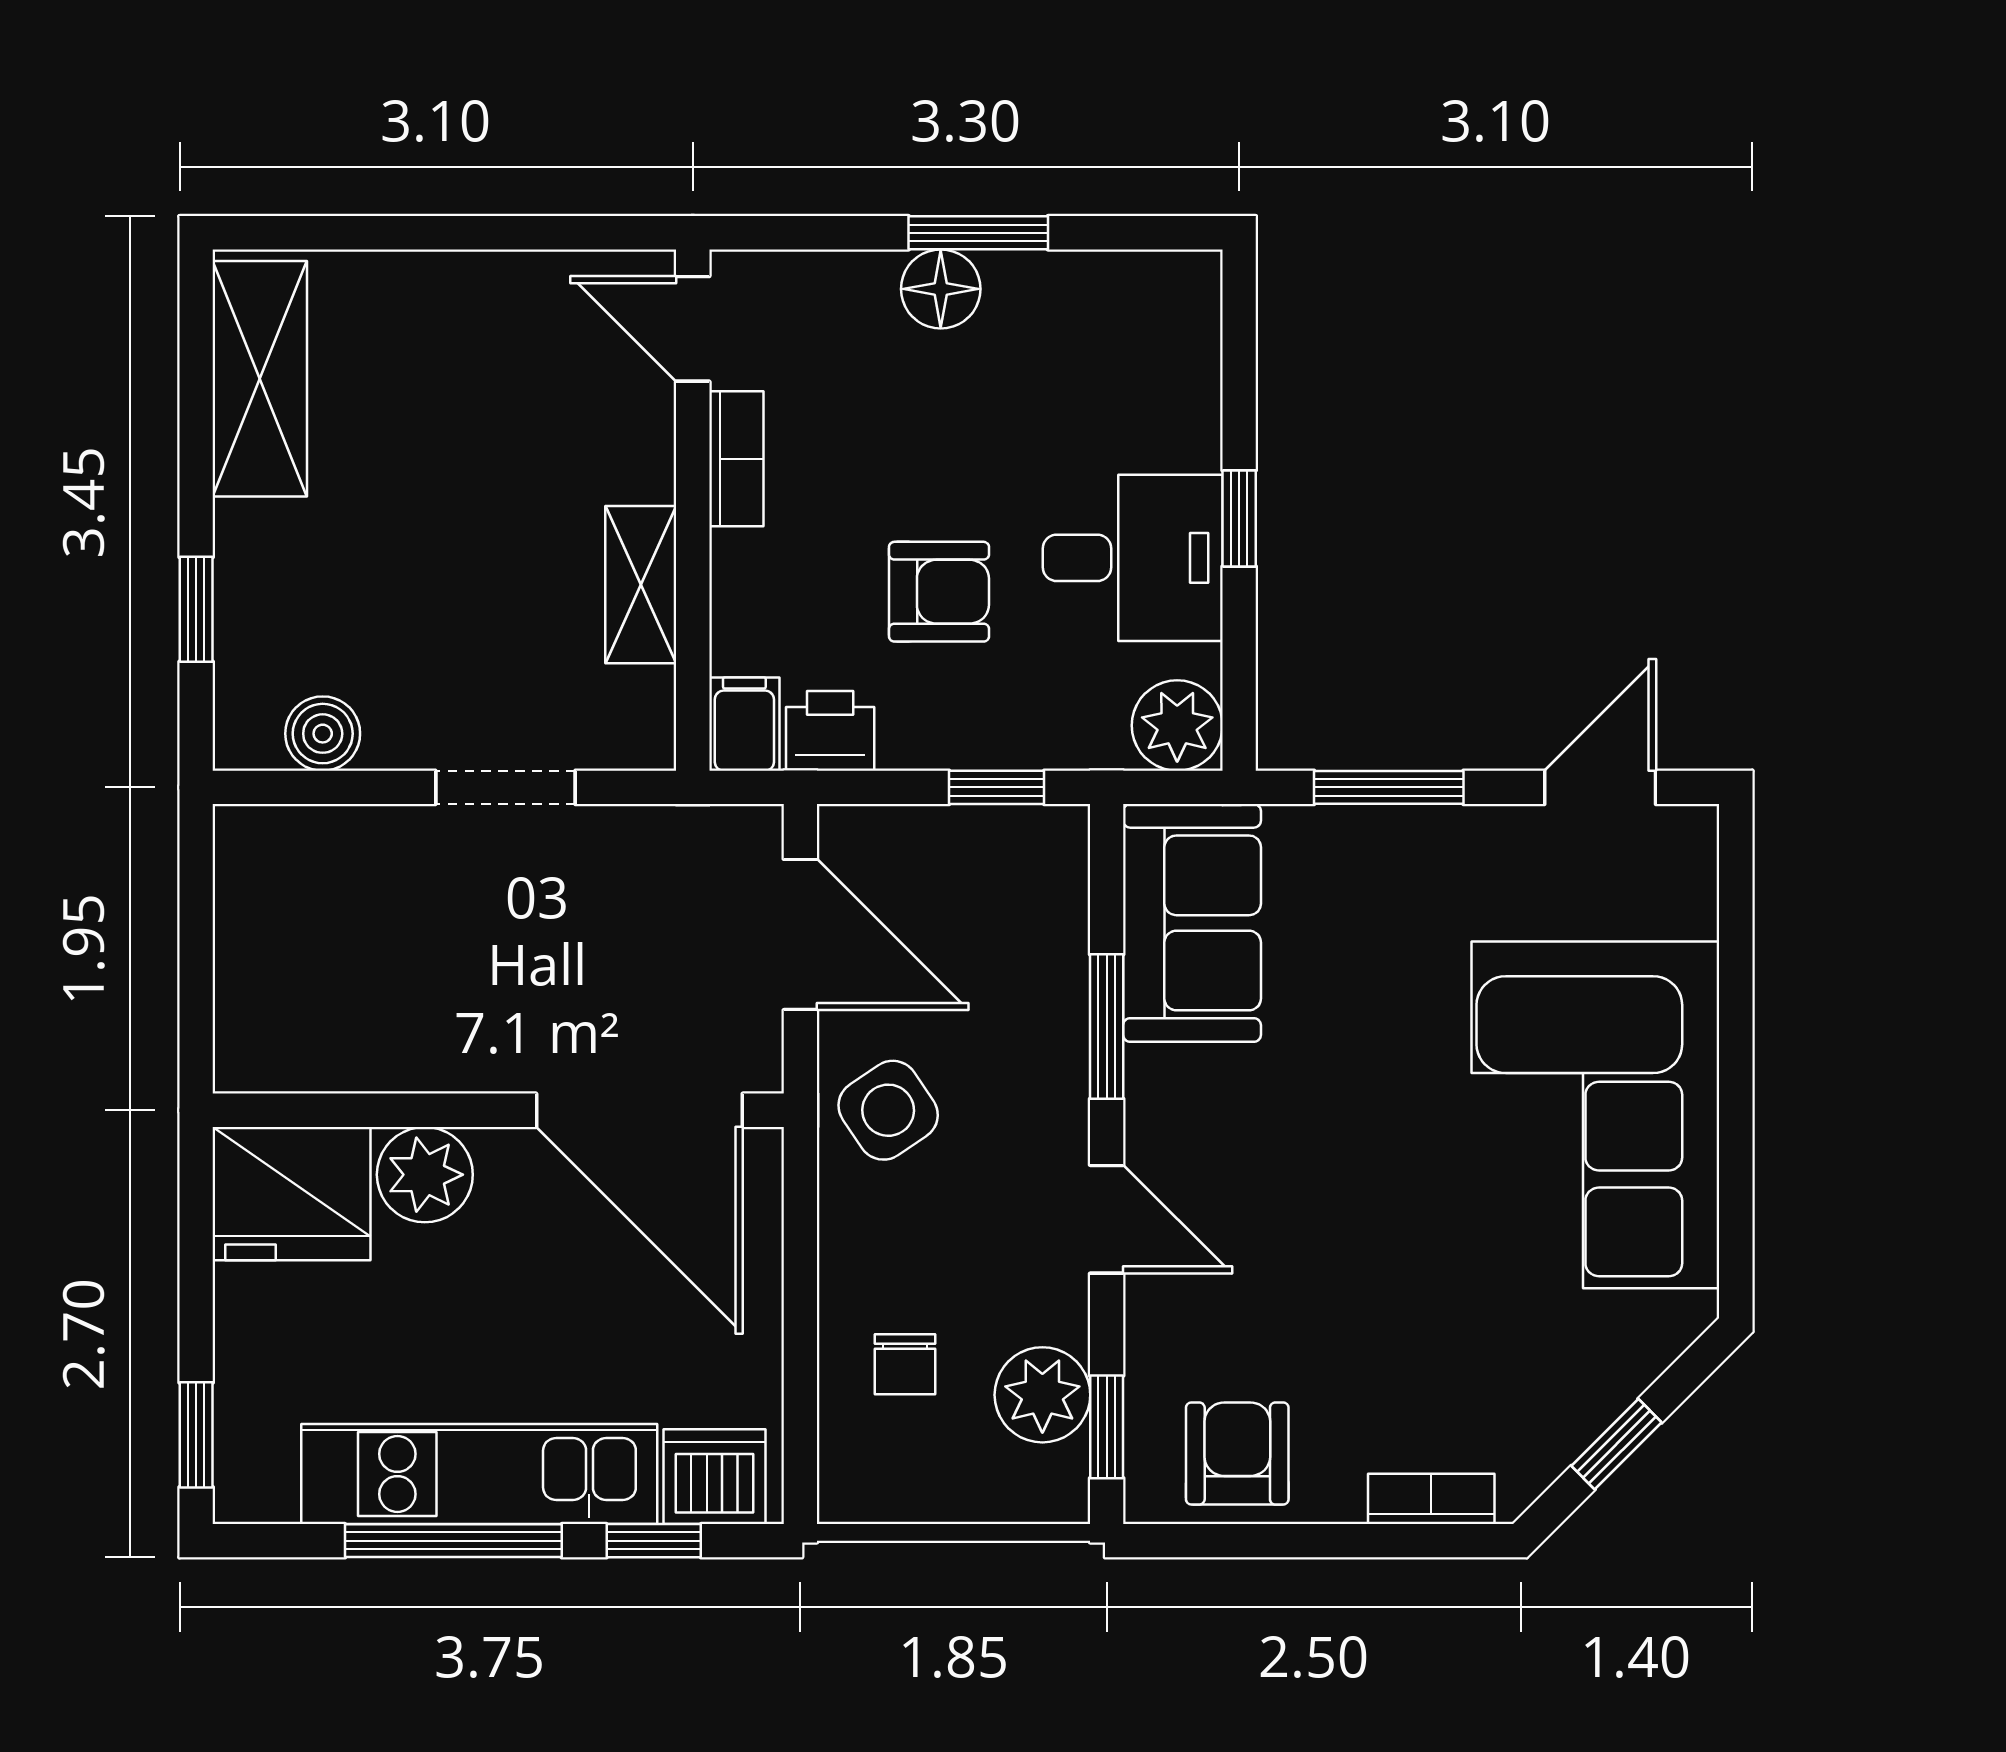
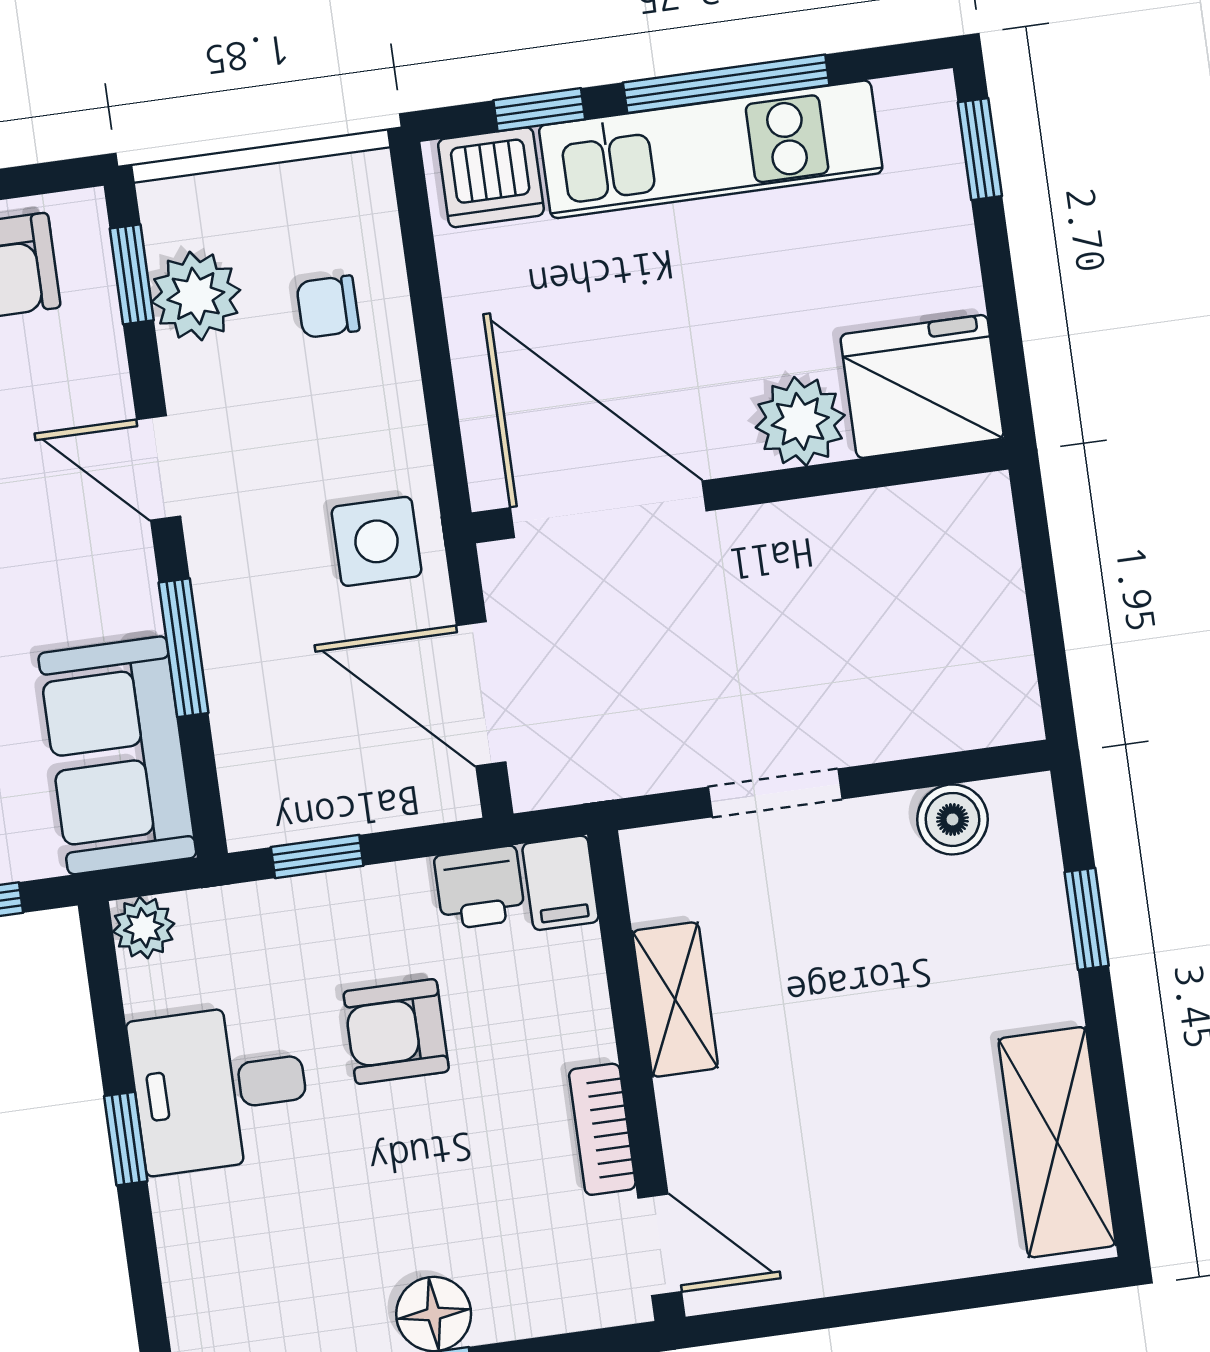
plant: (1177, 725) -> (144, 928), width x0.73, depth x0.73
side table: (888, 1110) -> (376, 541), turned 34
chair: (905, 1364) -> (328, 307), turned -90

